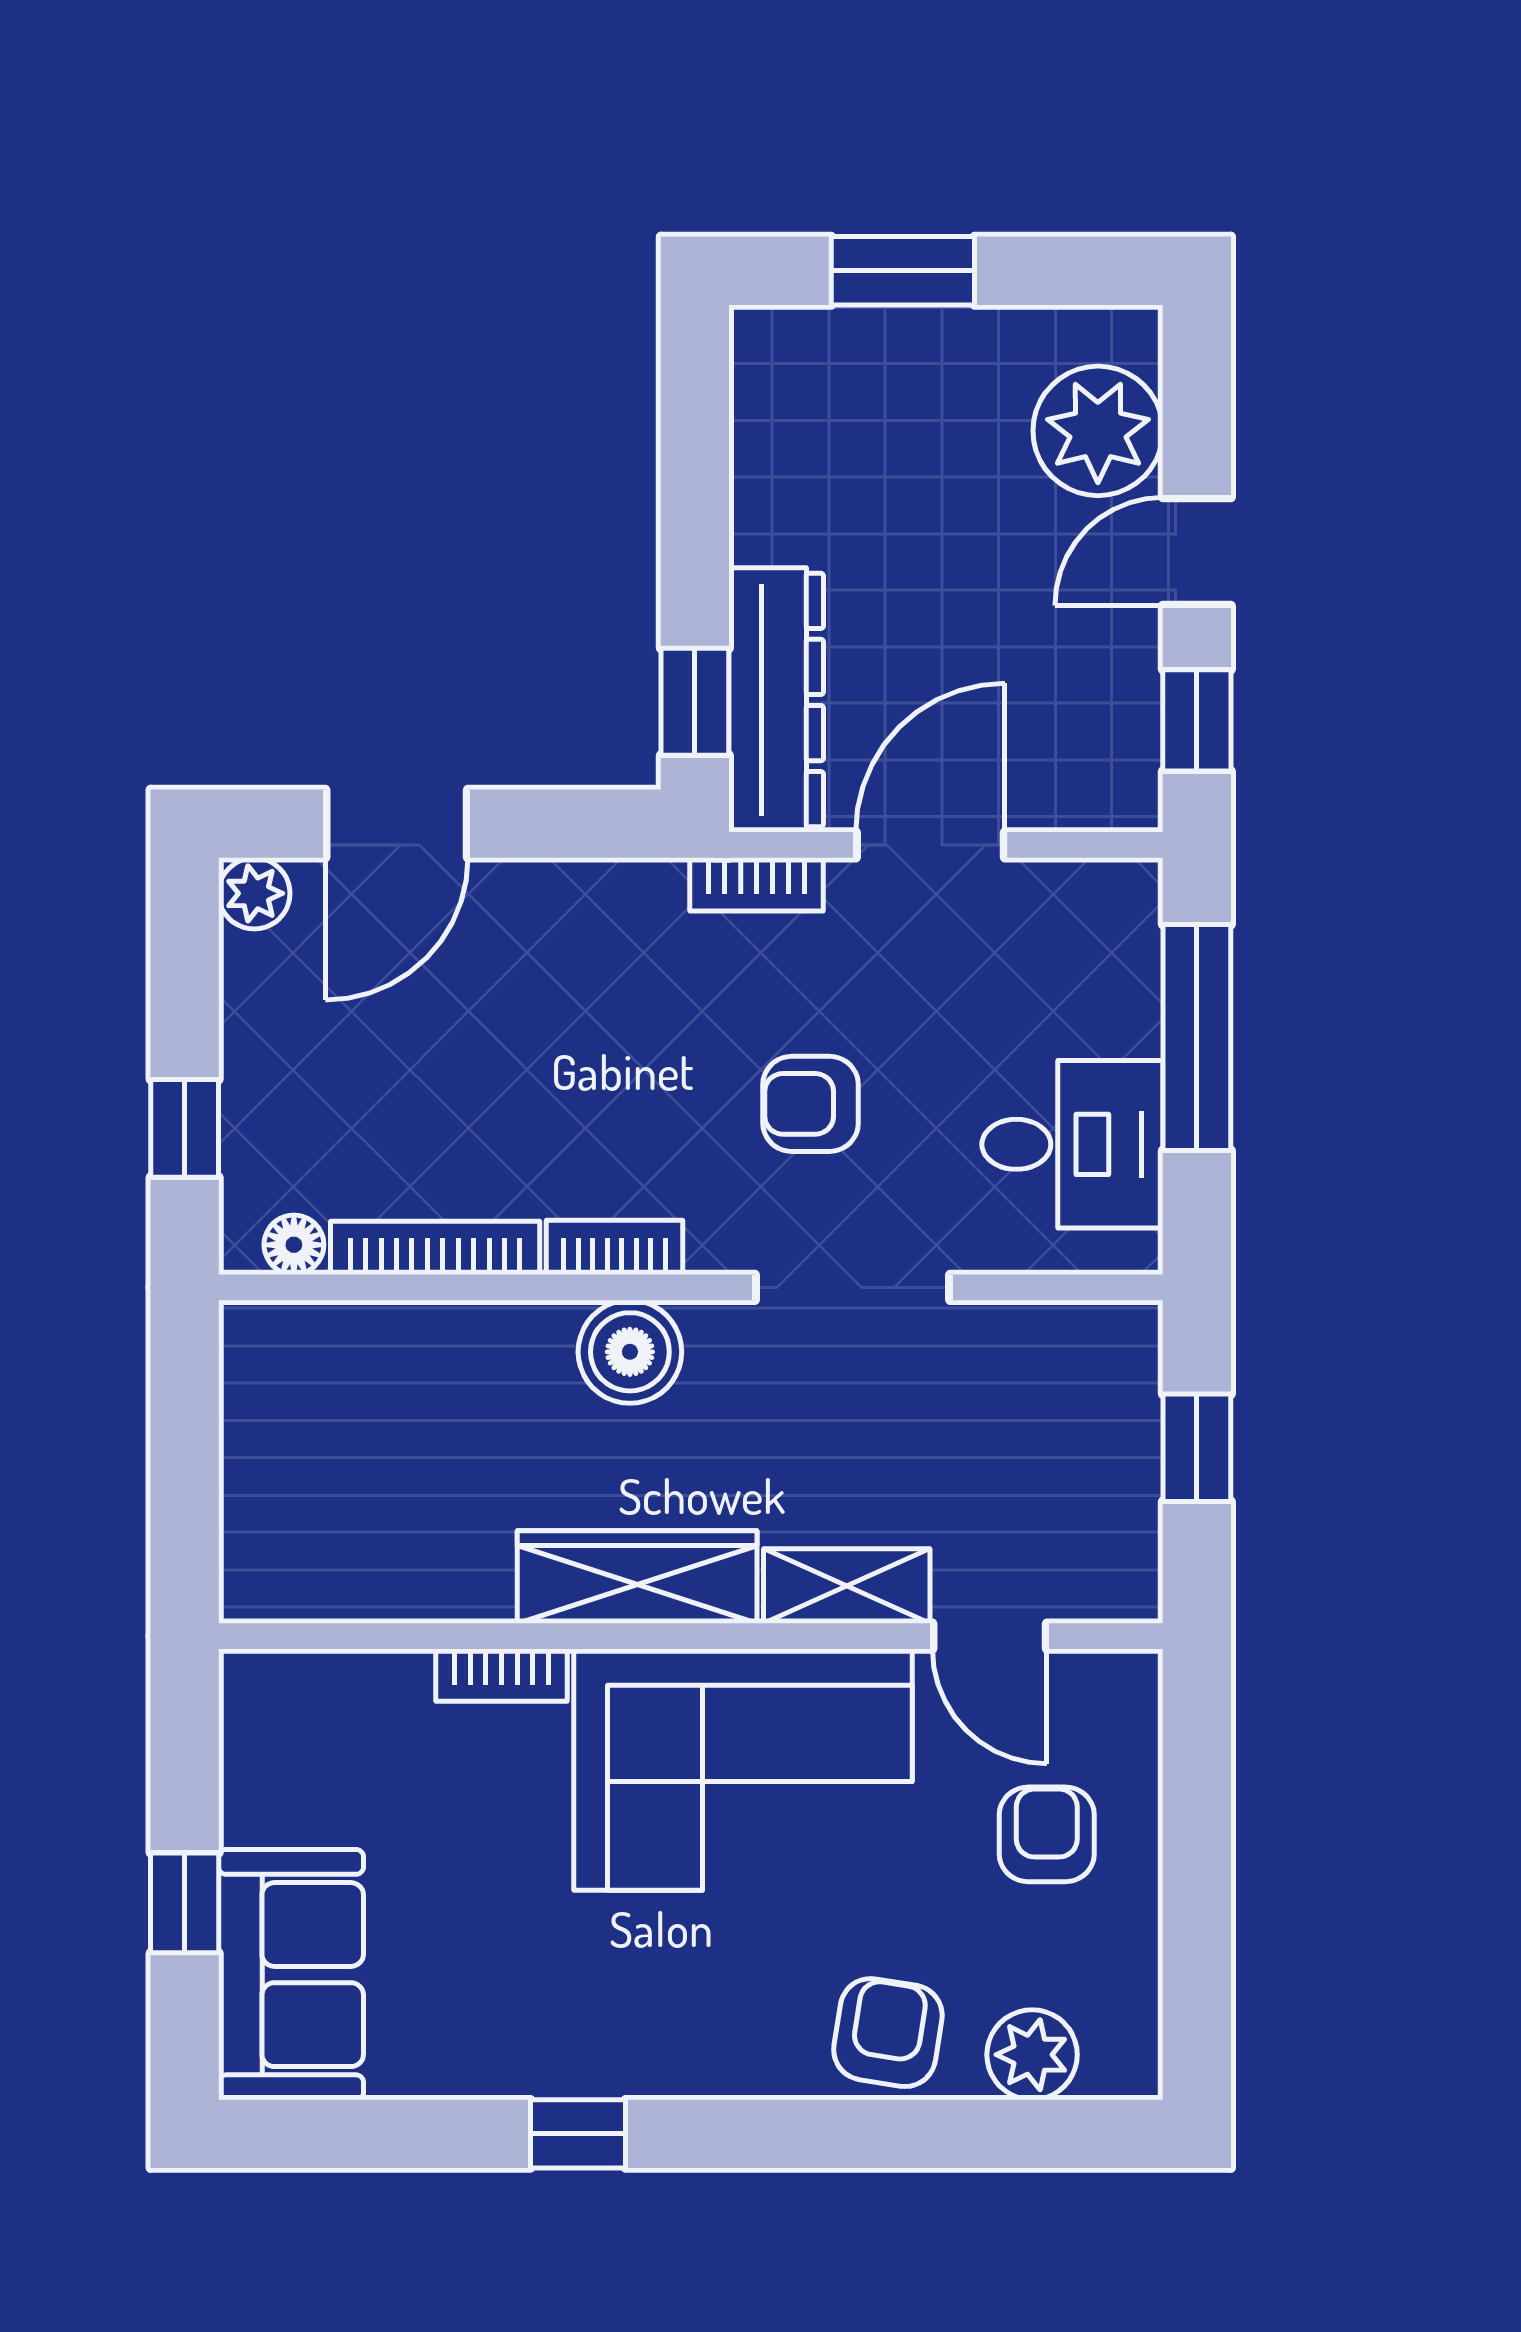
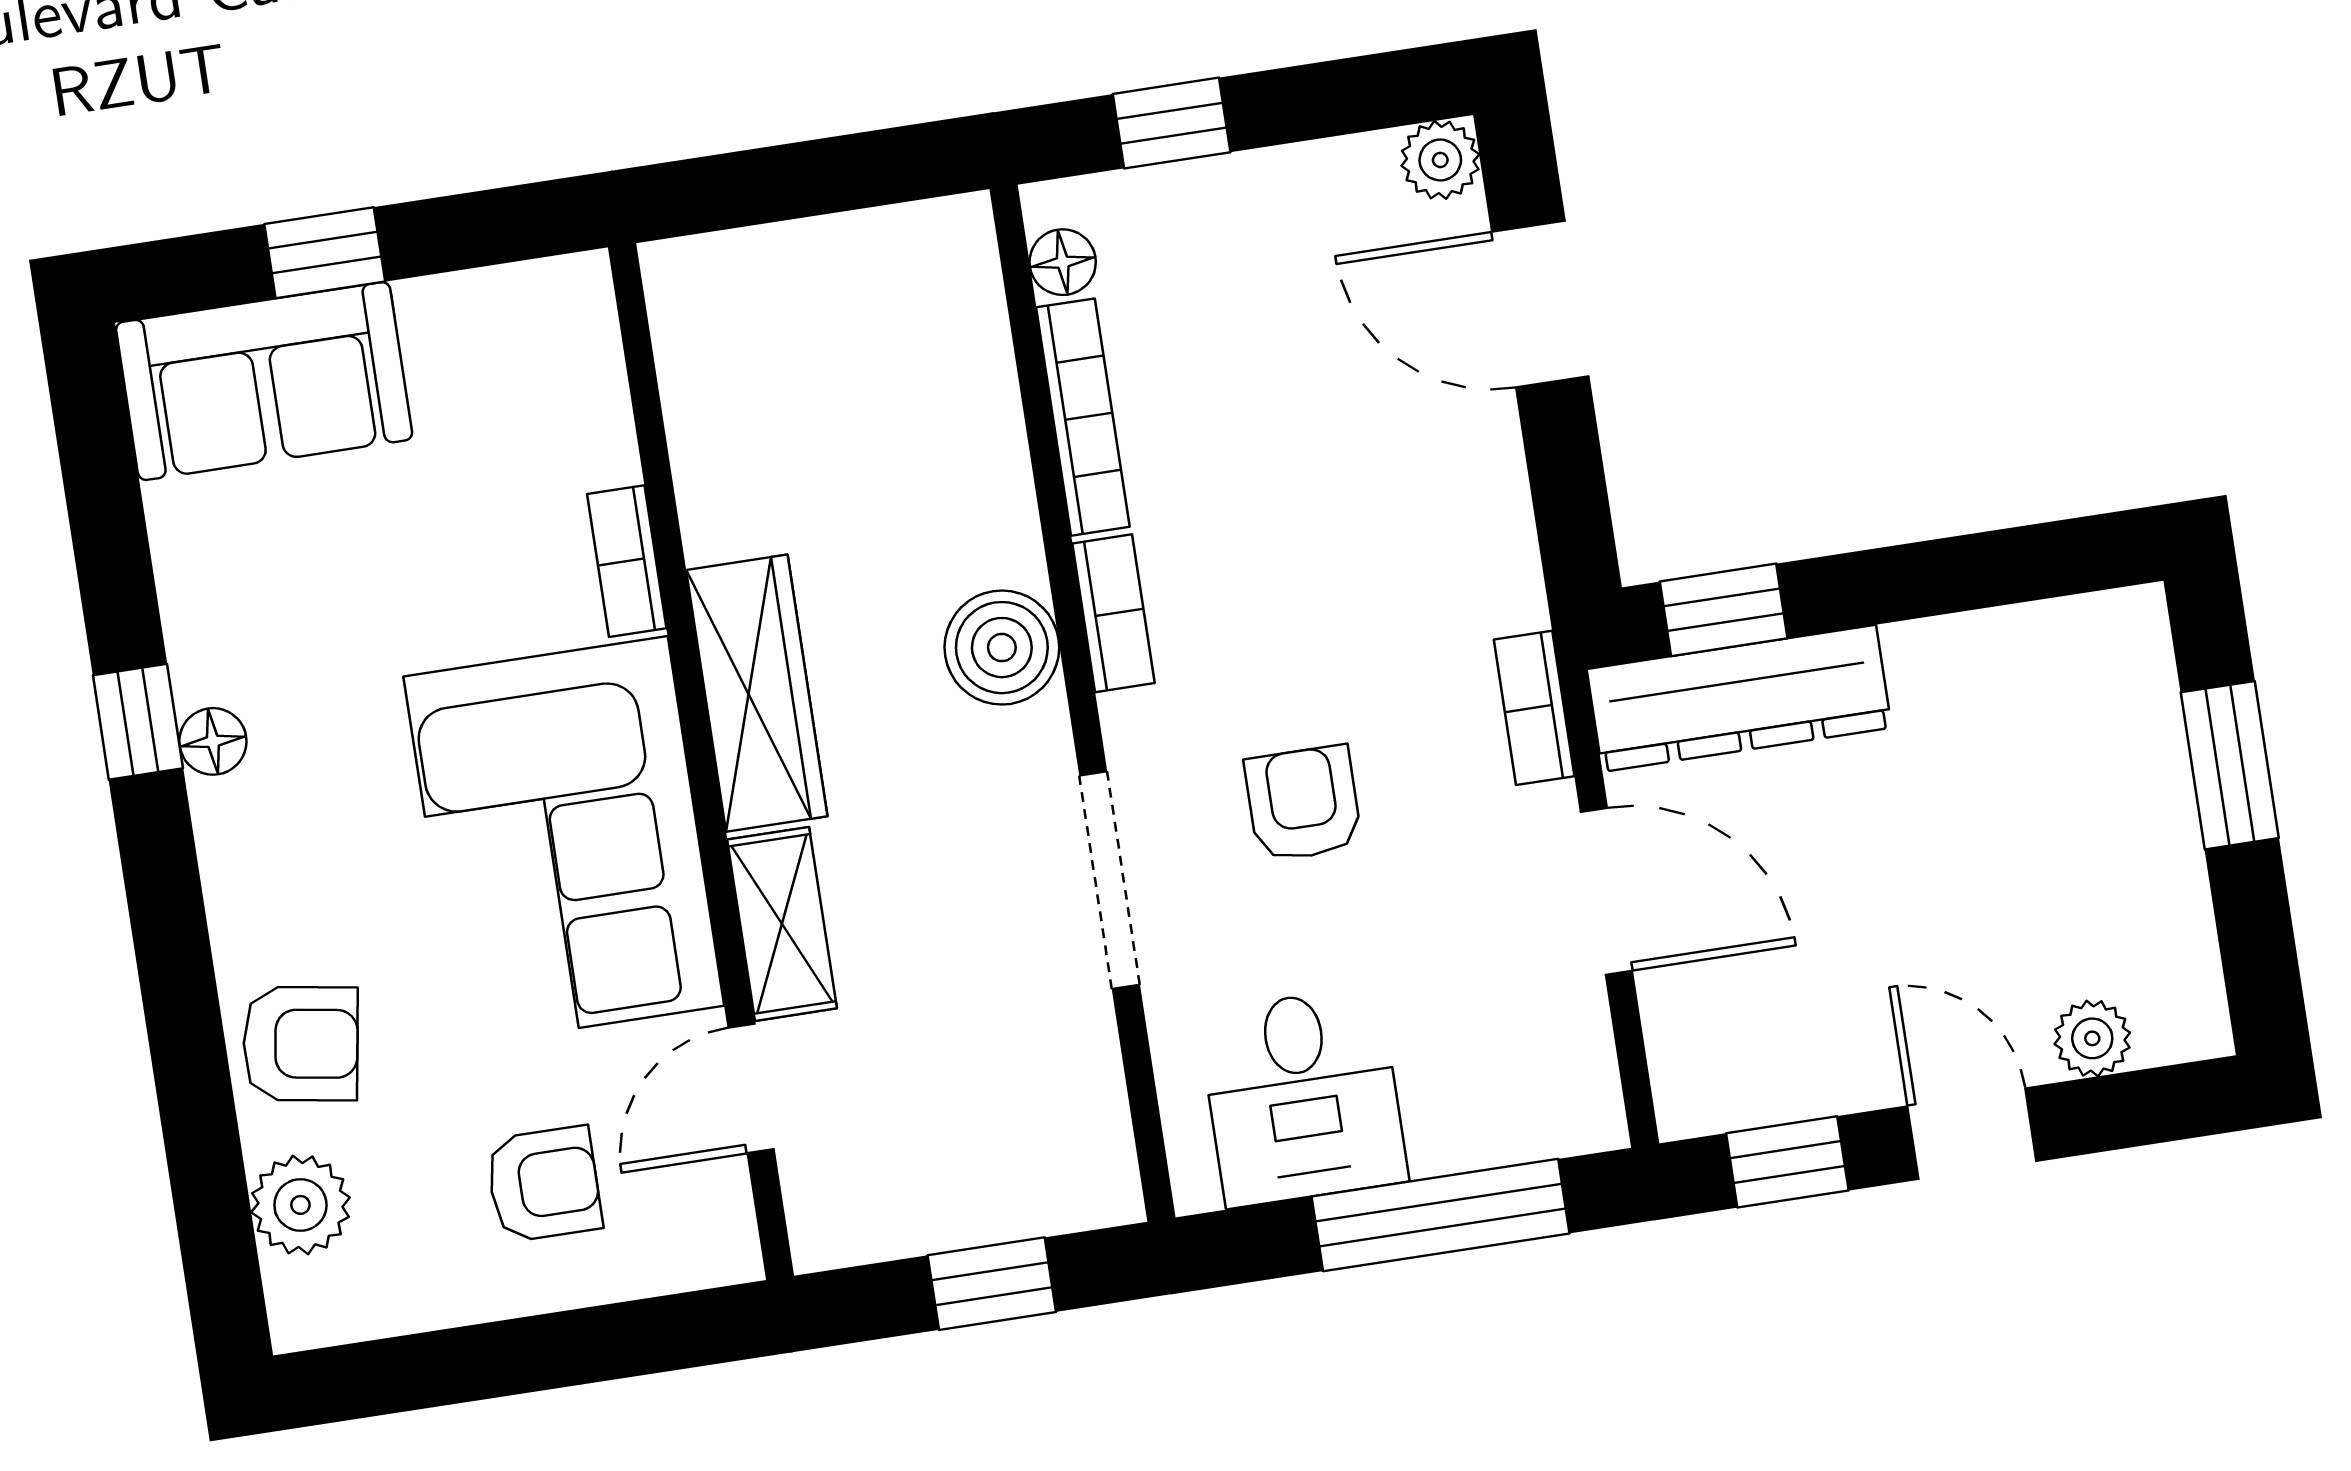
plant: (1098, 431) -> (2092, 1038), width x0.53, depth x0.53
floor lamp: (606, 2070) -> (213, 741), added

